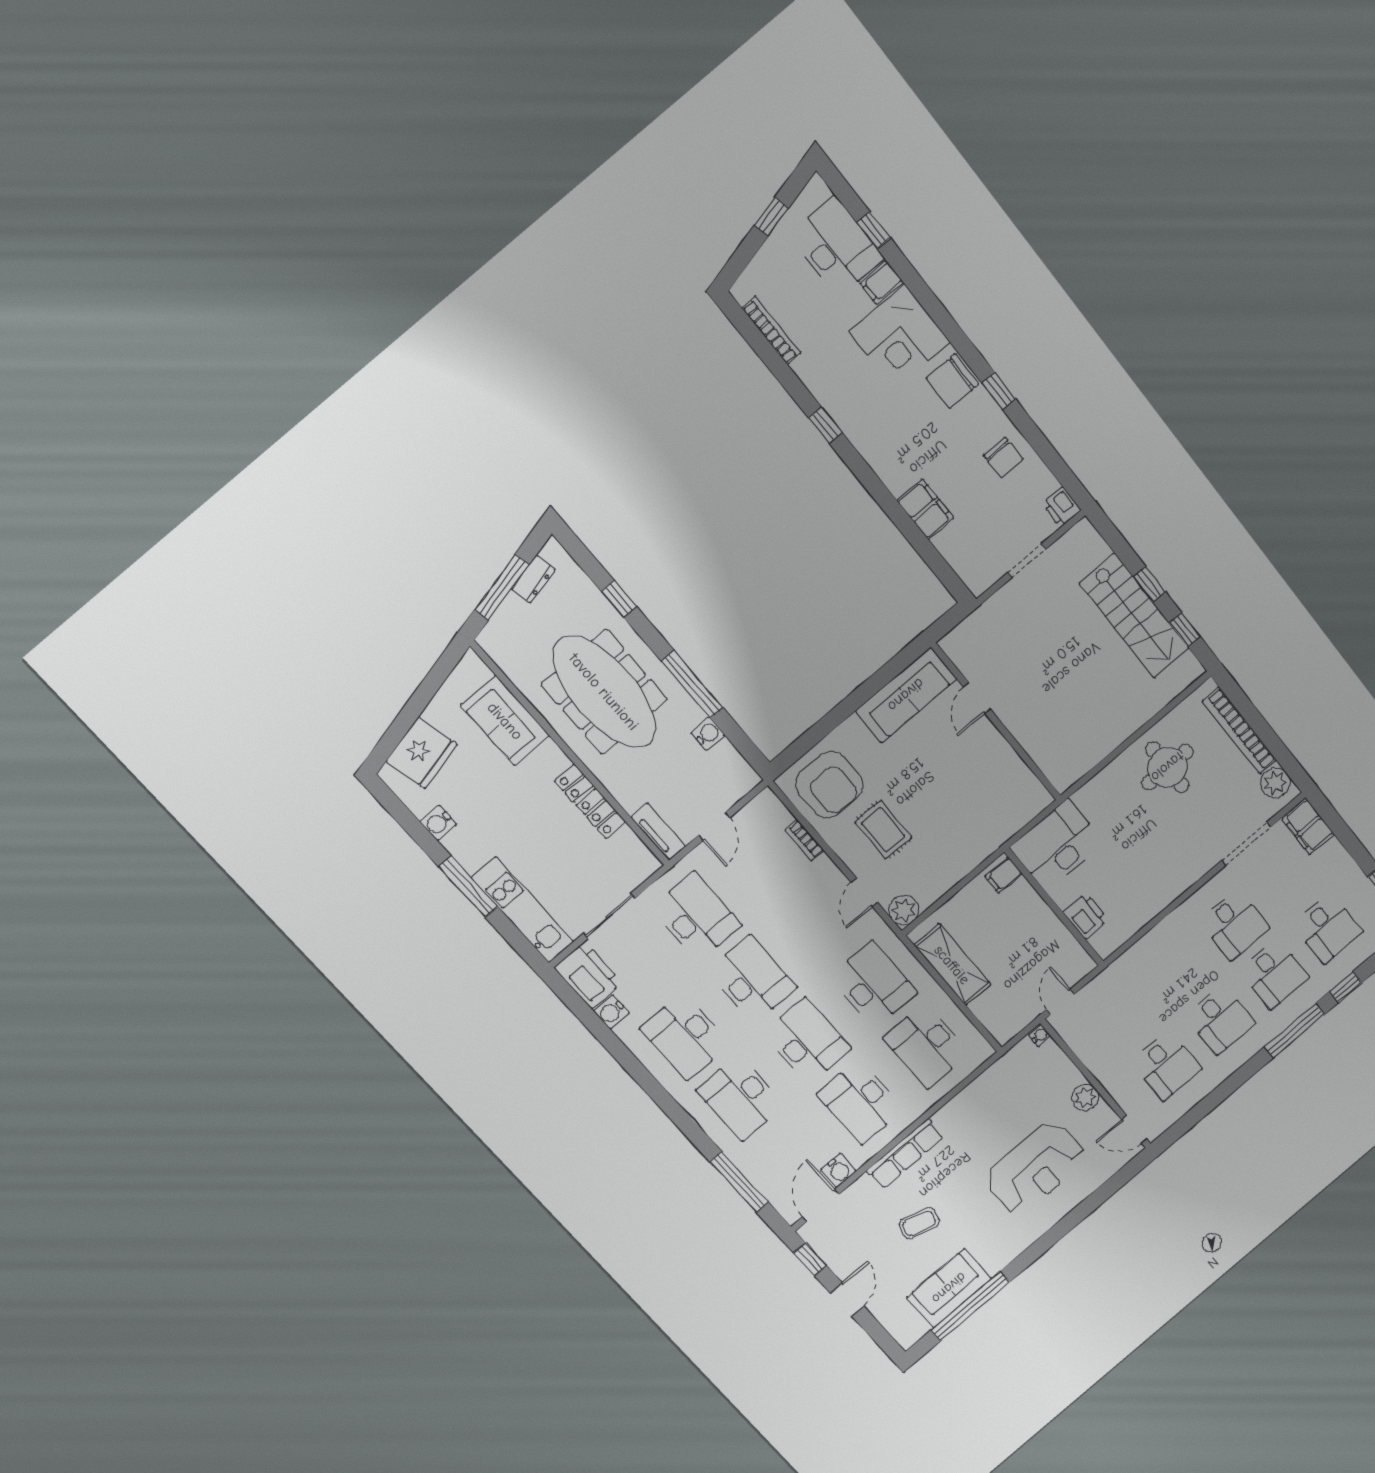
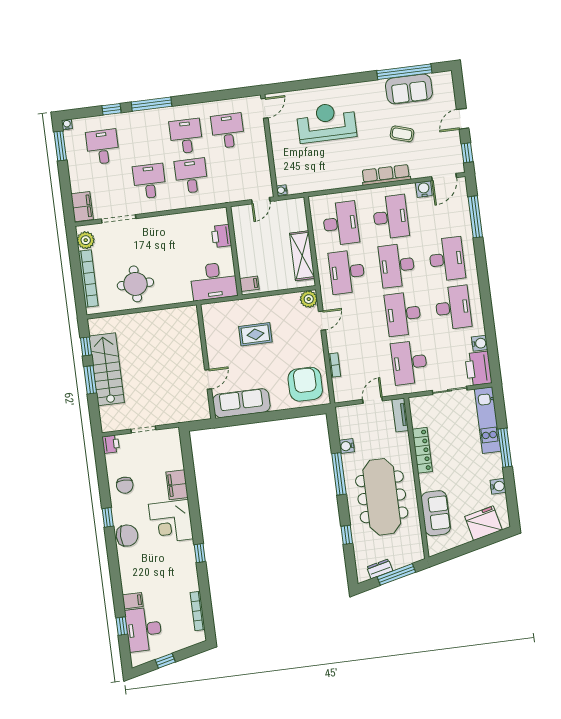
corner desk: (900, 337) -> (171, 522), moved, turned 180
chair: (1003, 458) -> (125, 485), turned 180
window: (1149, 584) -> (90, 380), width x1.50
rug: (883, 830) -> (255, 334), moved, turned 90
desk: (1274, 974) -> (191, 176), moved
plant: (1085, 1097) -> (279, 142), removed
door: (1134, 1129) -> (264, 108), hinge flipped

